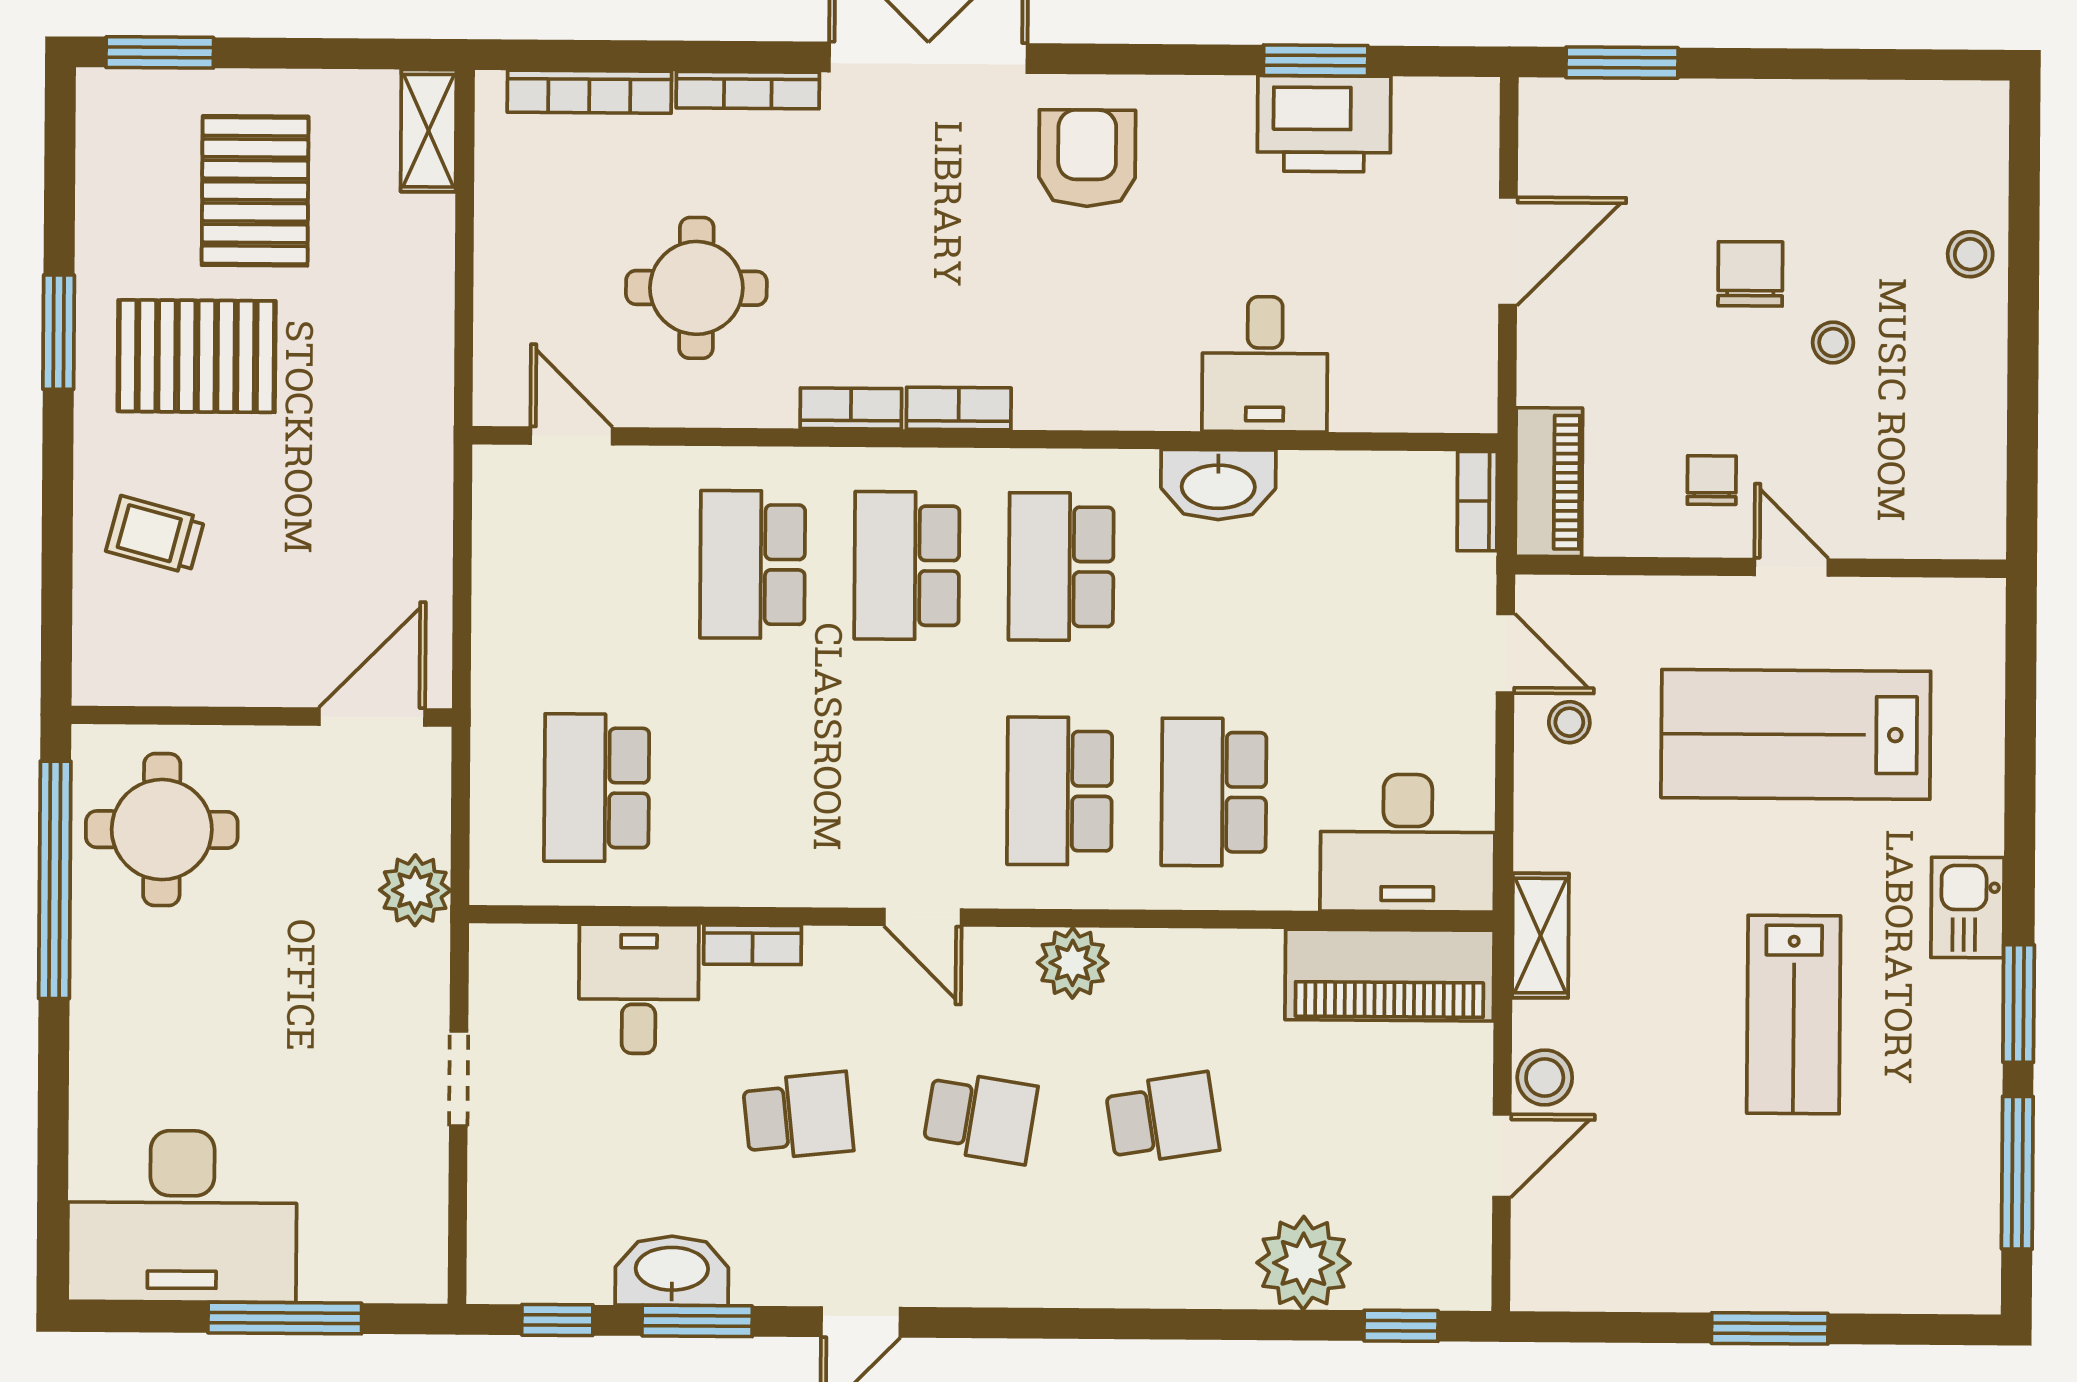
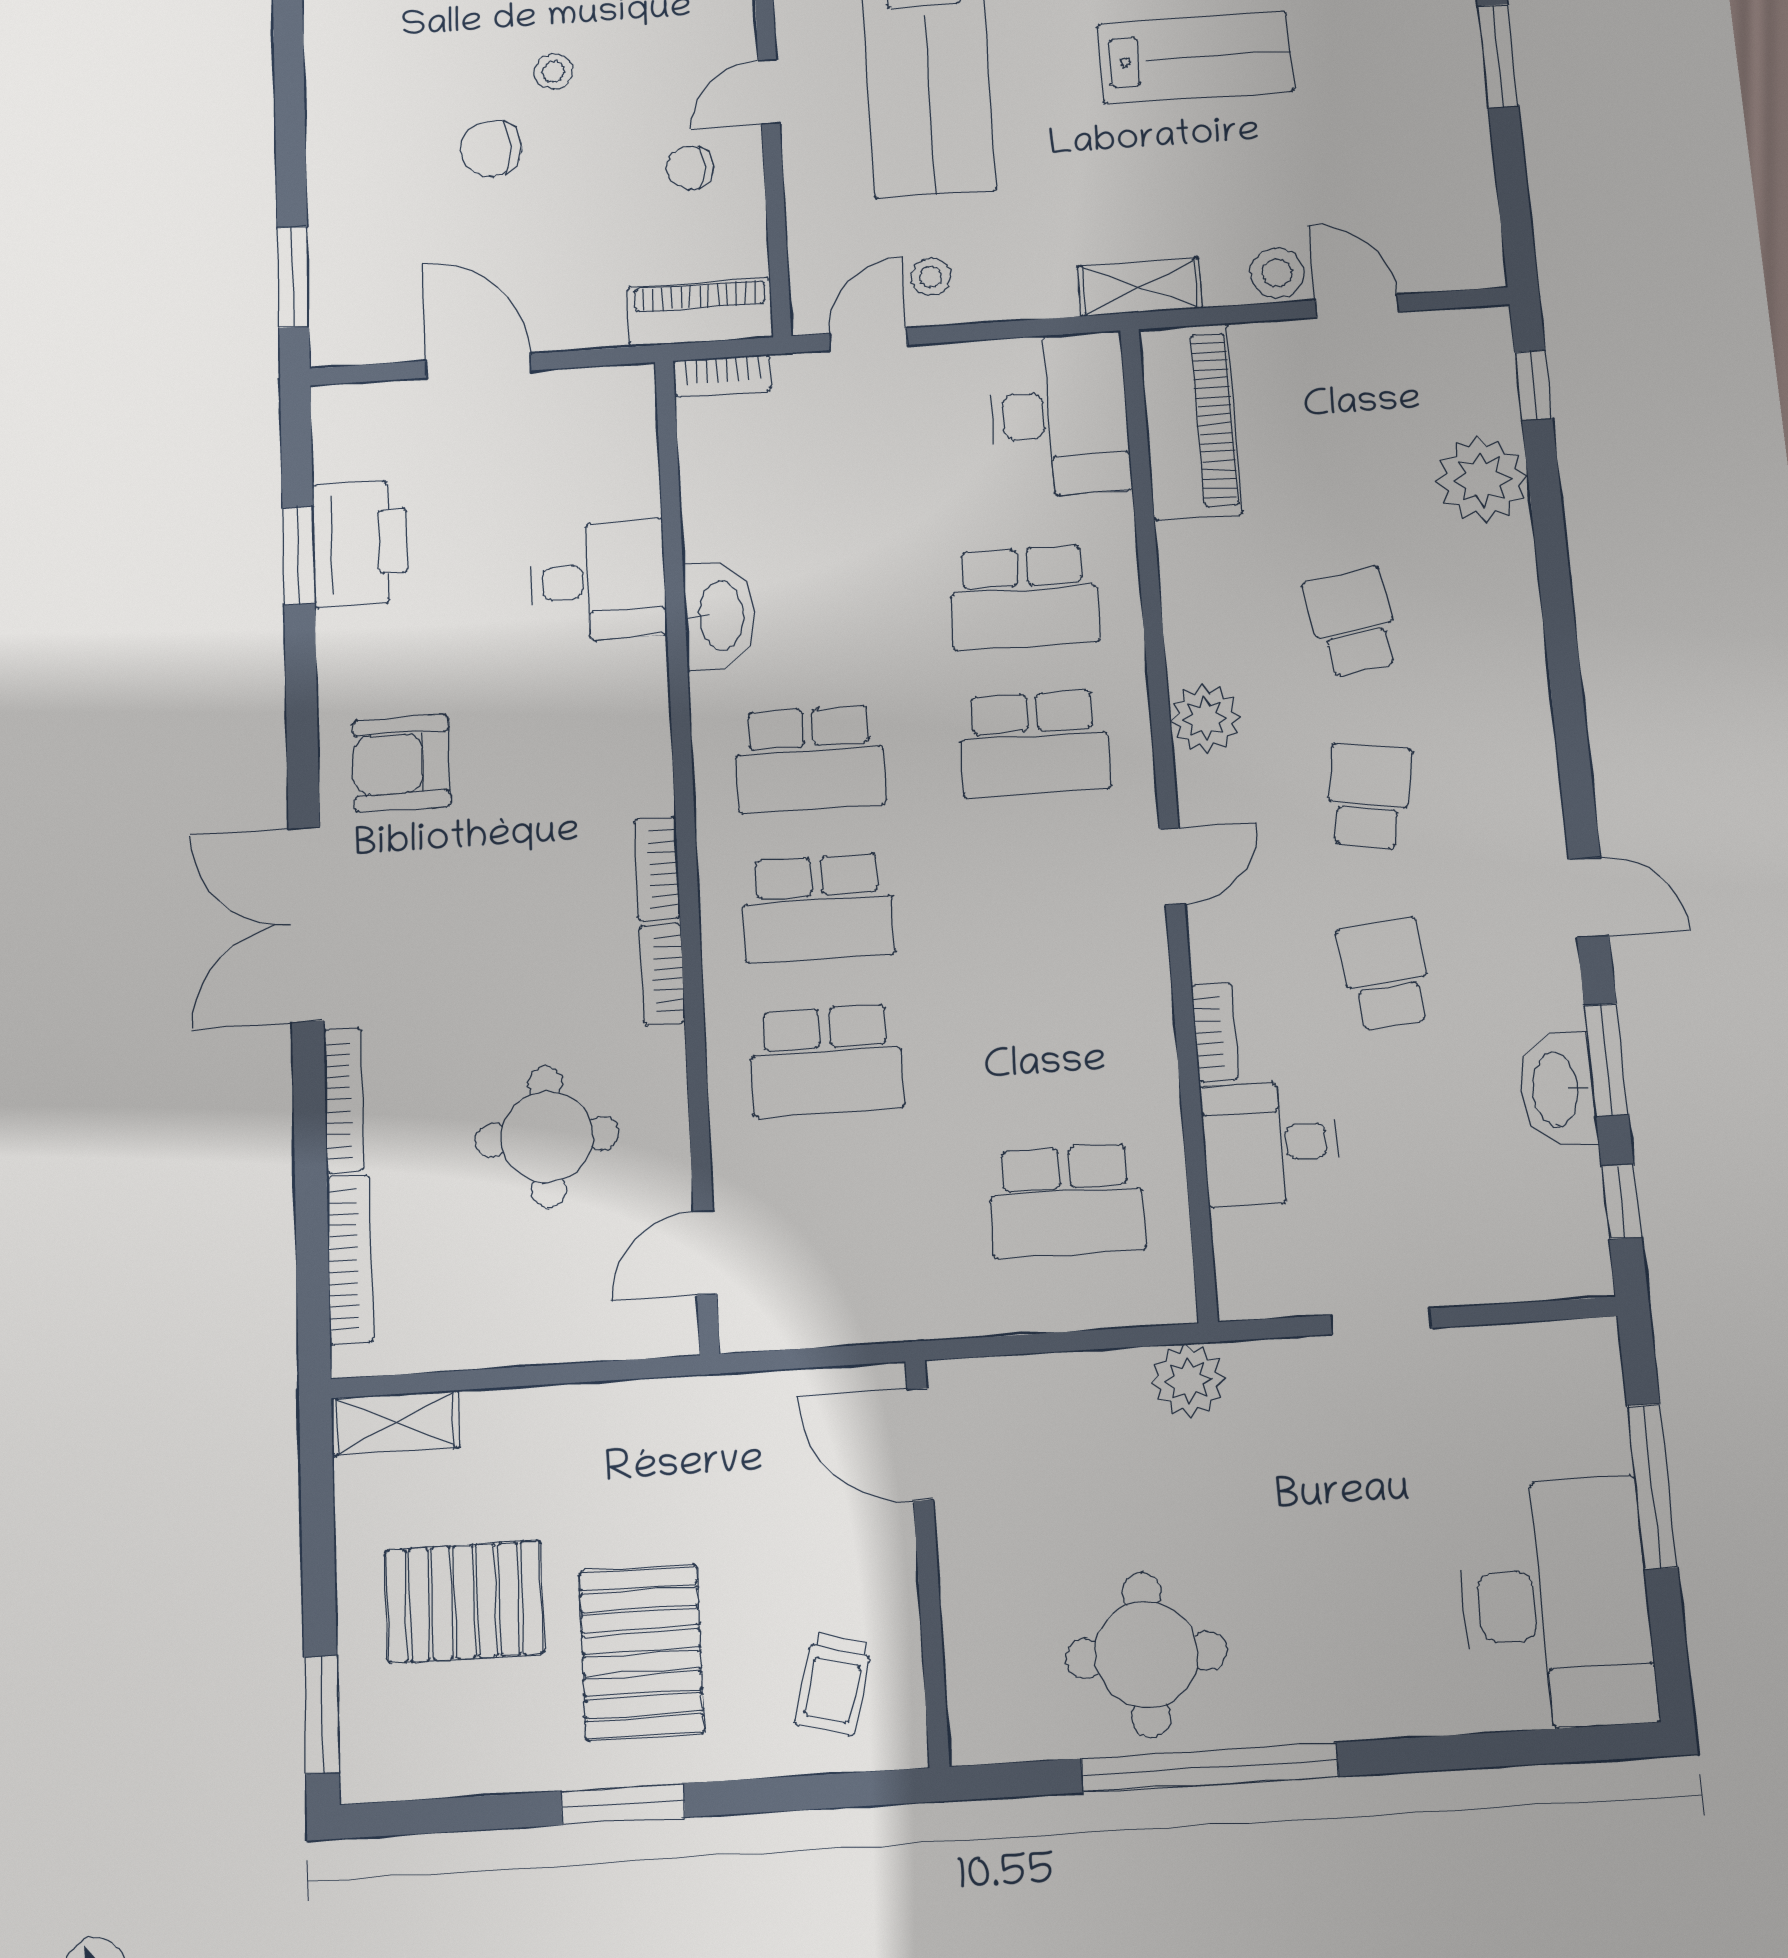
wall: (262, 716) -> (927, 1561), moved
door: (372, 717) -> (920, 1445), moved

